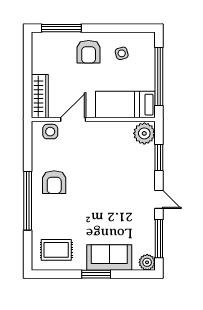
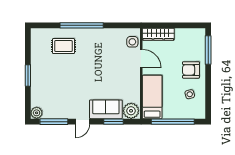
armchair: (54, 182) -> (95, 45), removed
rug: (56, 250) -> (63, 46), moved, turned 90
sofa: (109, 258) -> (106, 109), moved, turned -90

